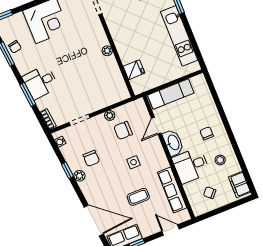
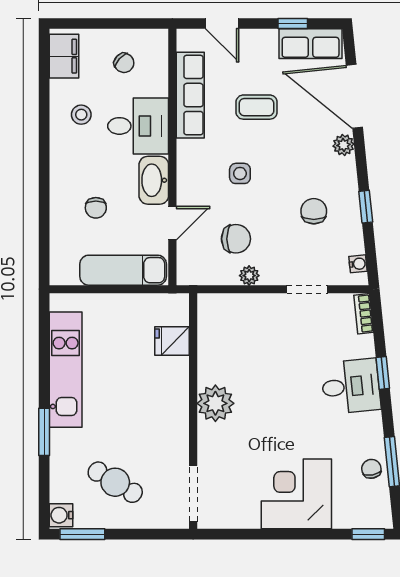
plant: (107, 51) -> (215, 403), width x1.88, depth x1.88
window: (28, 95) -> (383, 373), width x0.67
chair: (207, 133) -> (96, 208), moved
plant: (79, 176) -> (343, 145), moved

